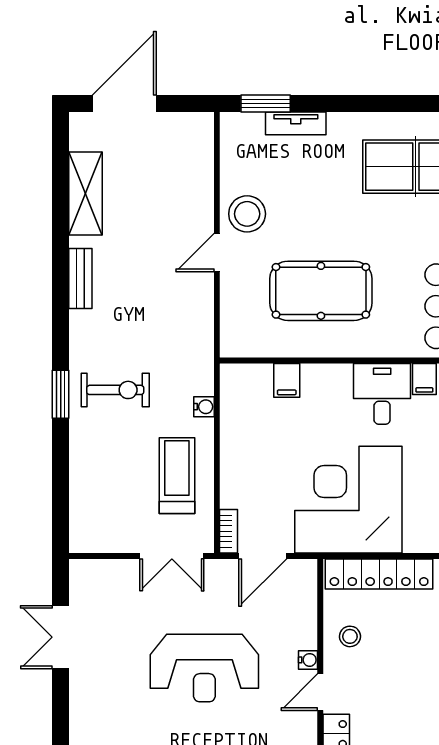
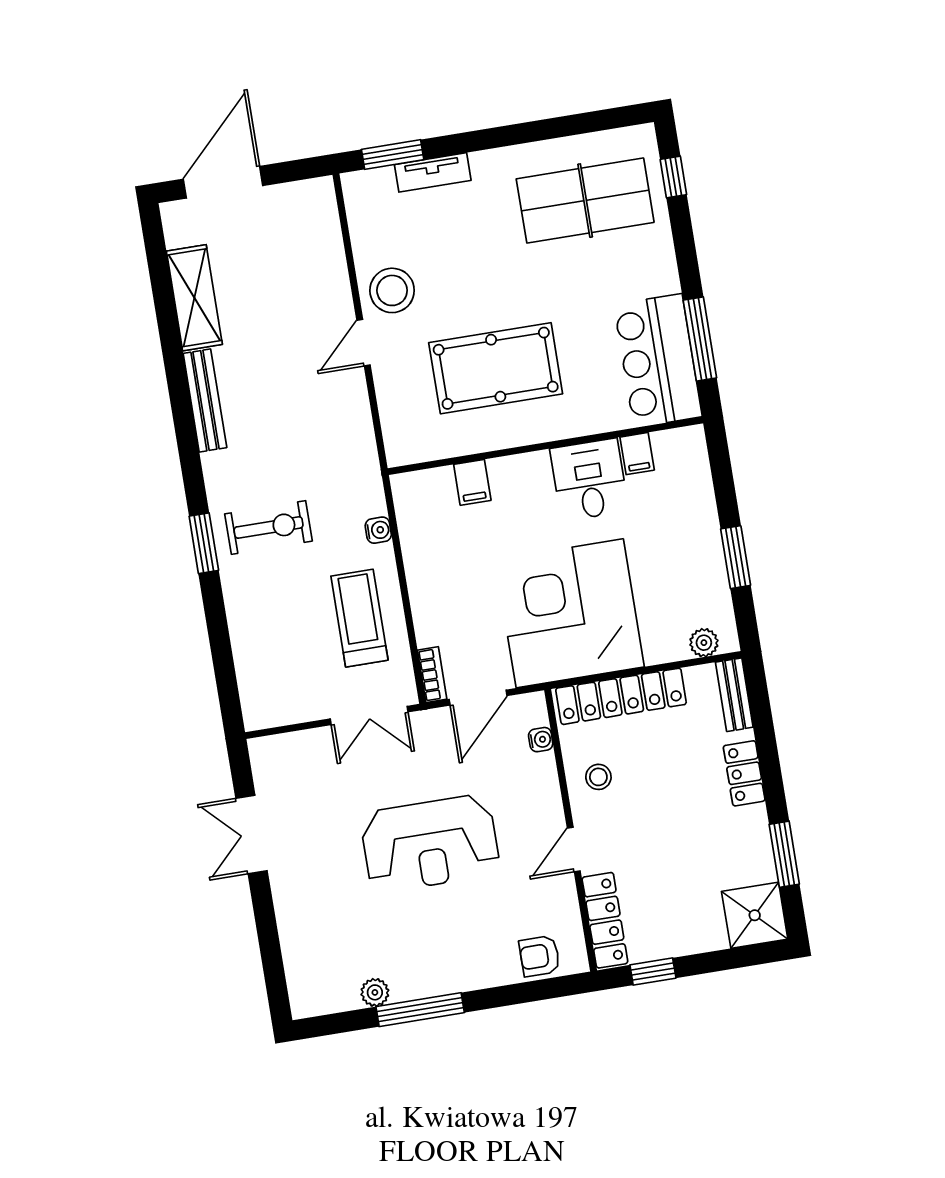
bench: (80, 278) -> (205, 401), width x1.36
water cooler: (308, 660) -> (541, 740), moved

